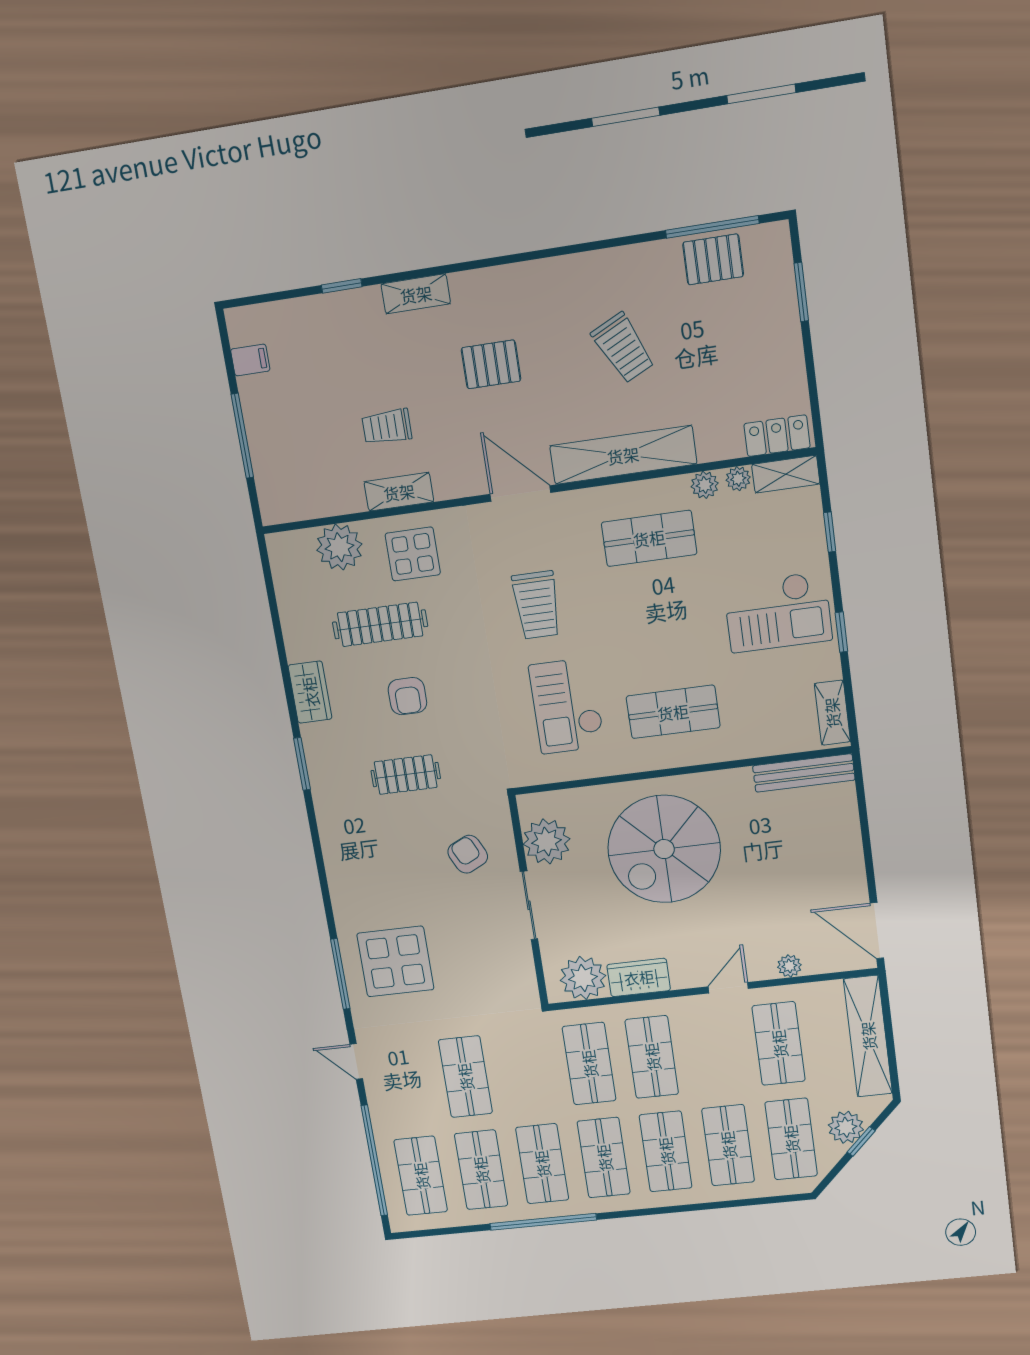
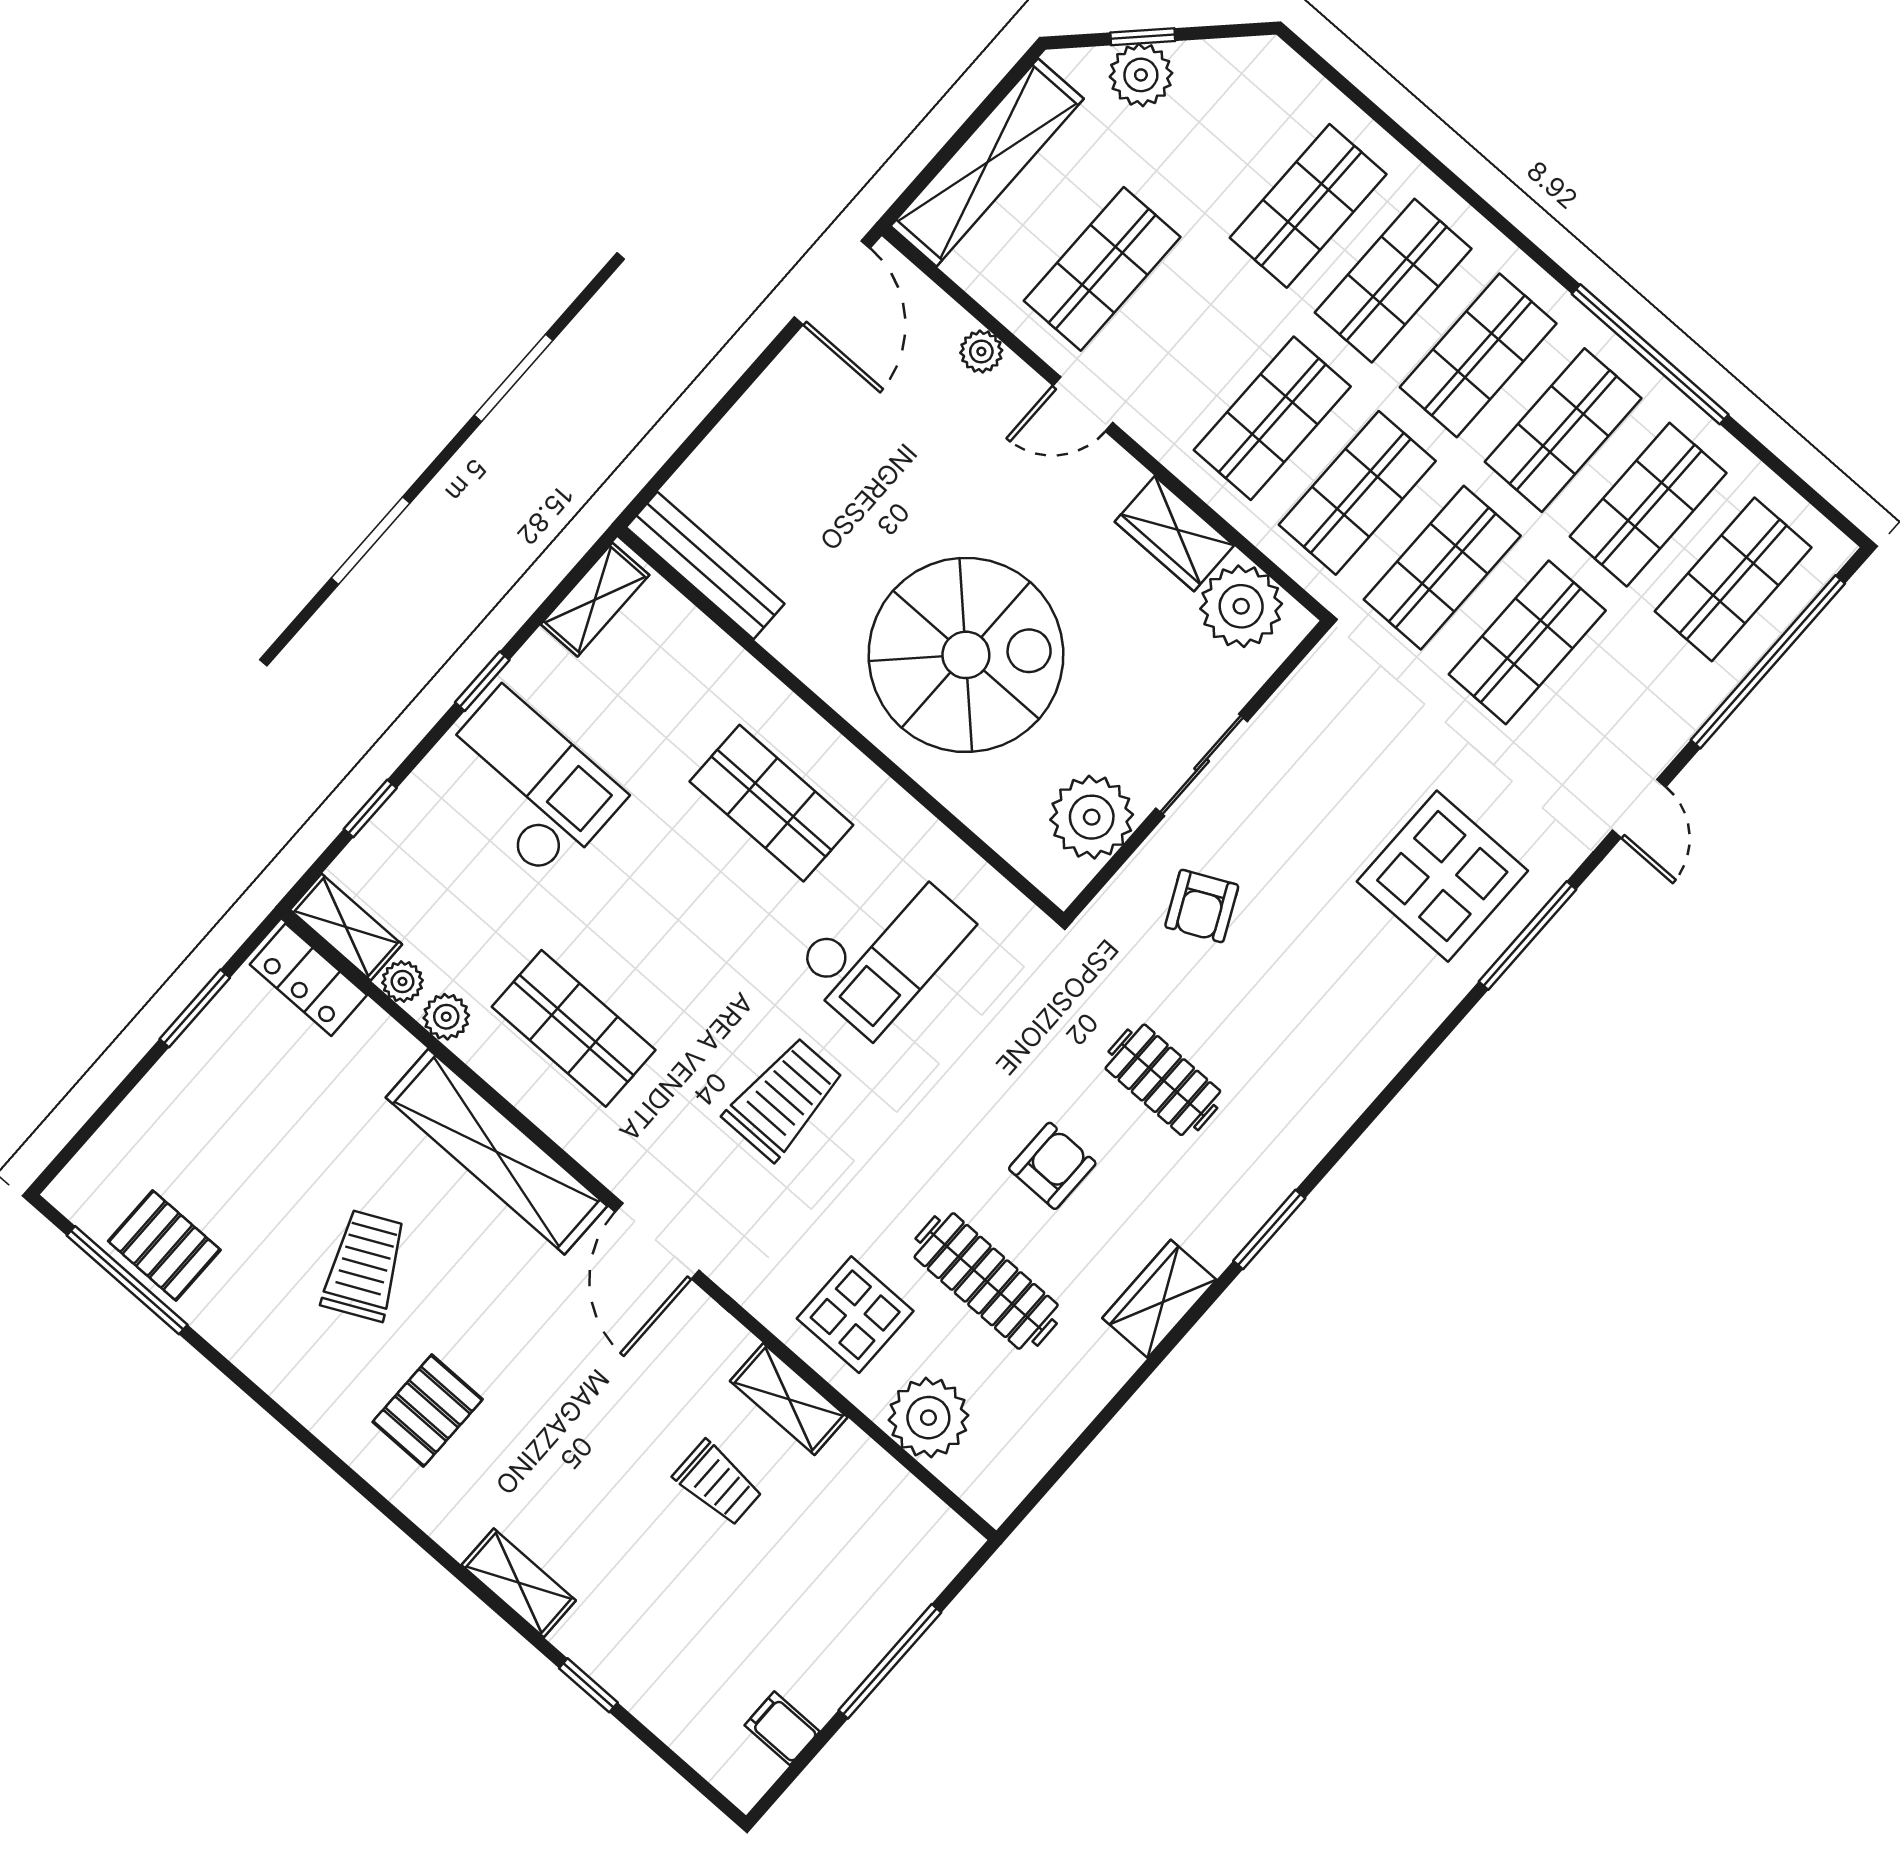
window: (801, 292) -> (195, 1008), moved
pallet: (491, 364) -> (428, 1411), moved, turned 90
shop shelf: (791, 1139) -> (1442, 568), moved

